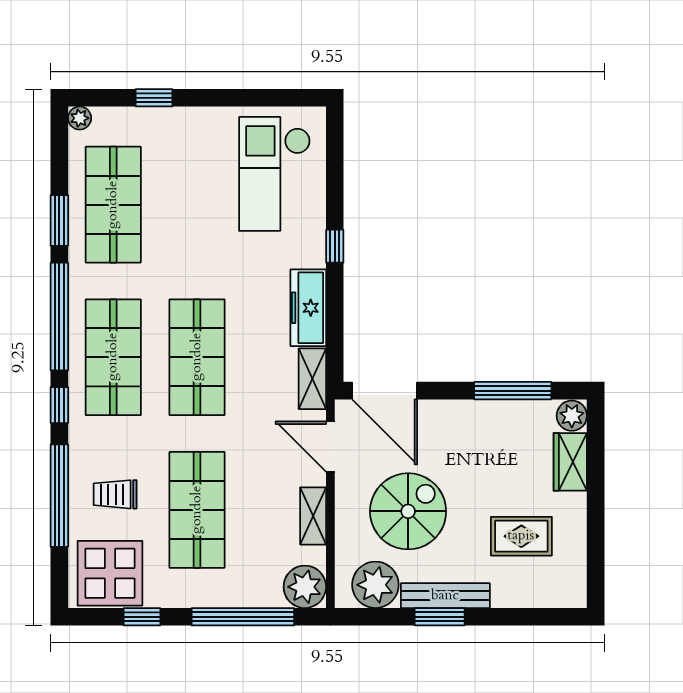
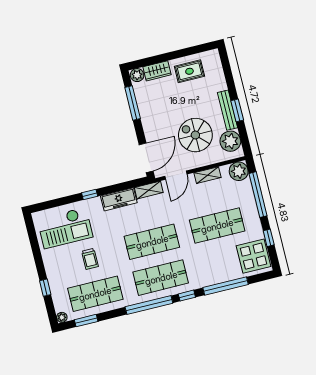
window: (59, 220) -> (86, 321), moved
trolley: (115, 494) -> (90, 259), moved
rug: (521, 536) -> (189, 71), moved, turned 90

